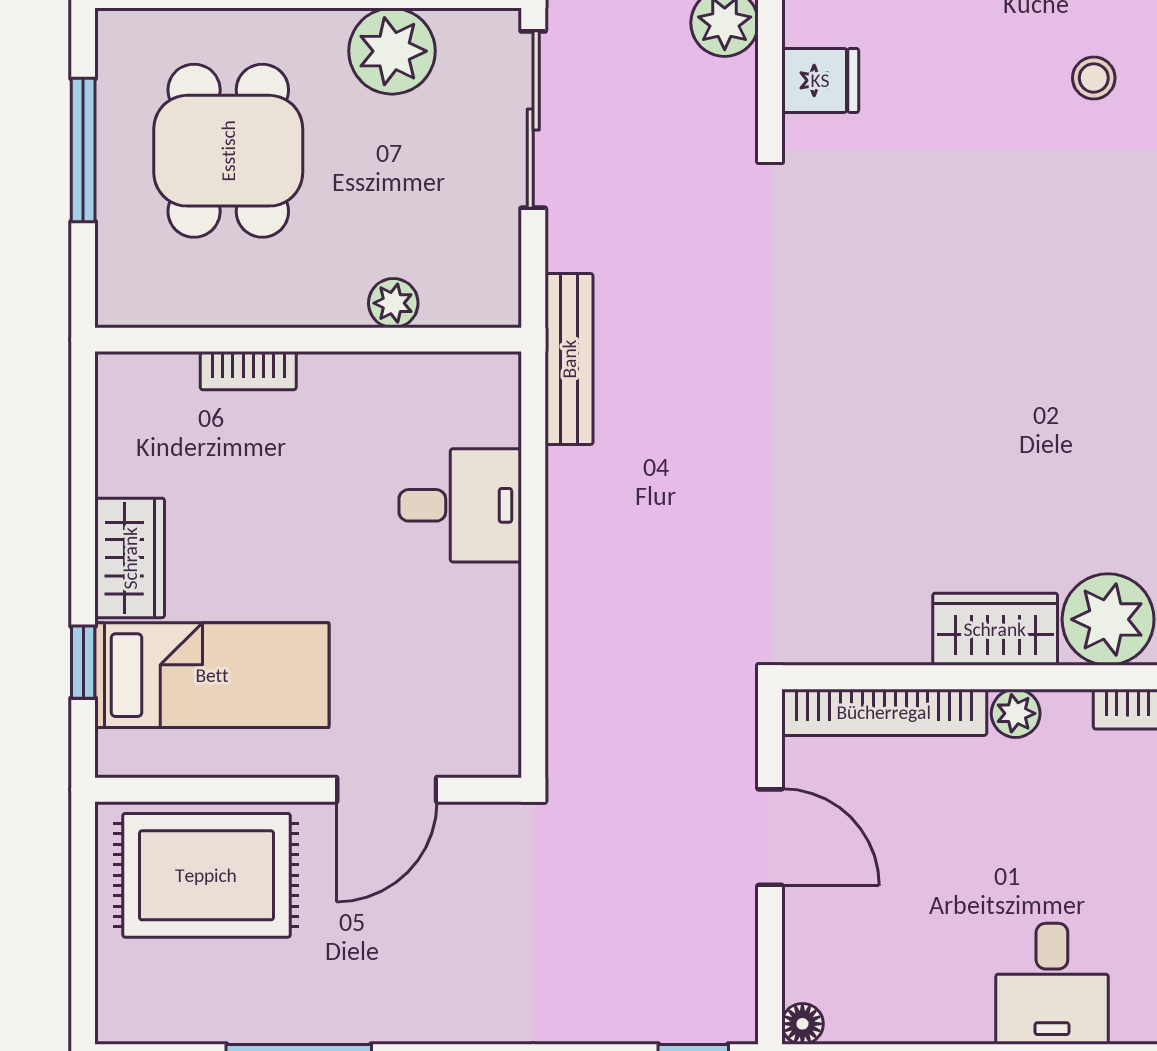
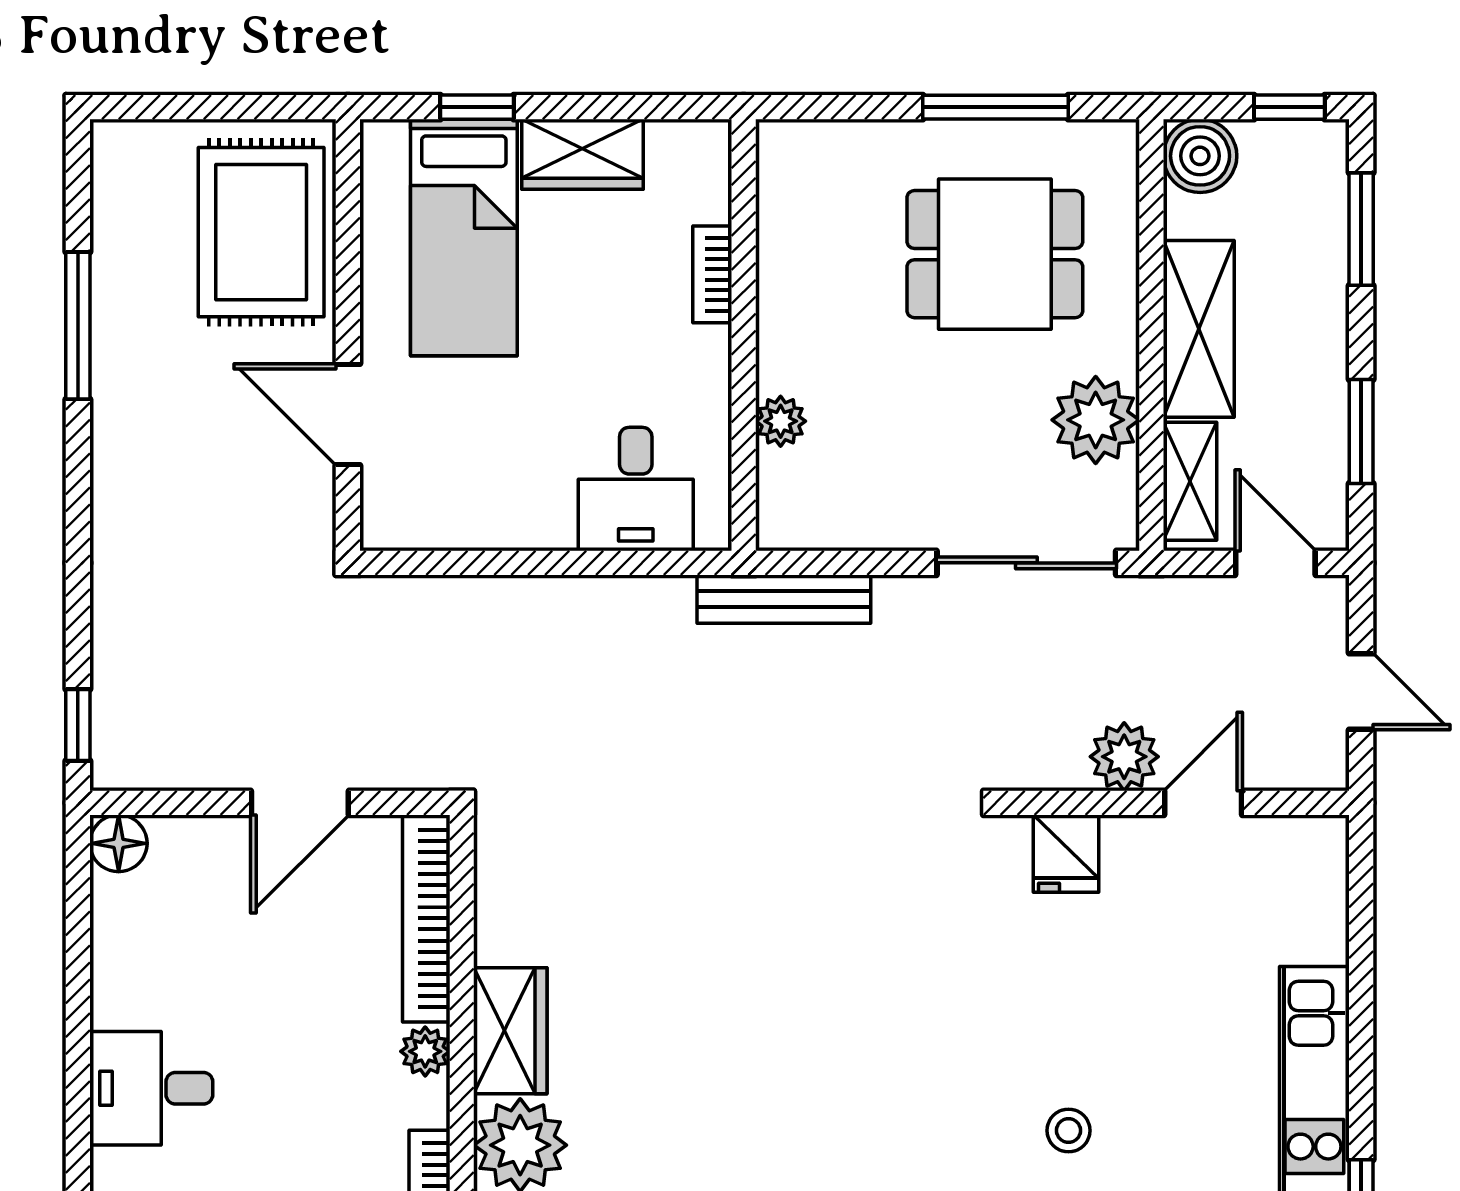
plant: (393, 303) -> (781, 421), moved
wall: (308, 340) -> (744, 335), moved
bookcase: (248, 371) -> (712, 274), moved
floor lamp: (802, 1024) -> (119, 843), width x1.37, depth x1.37

